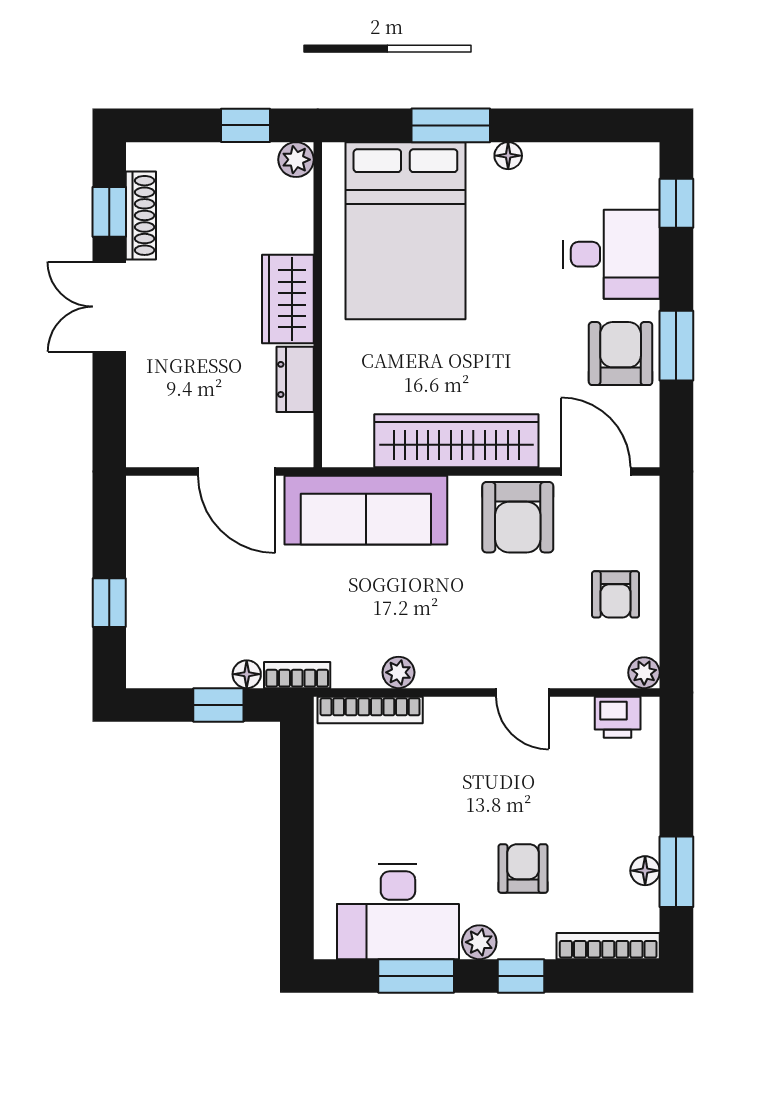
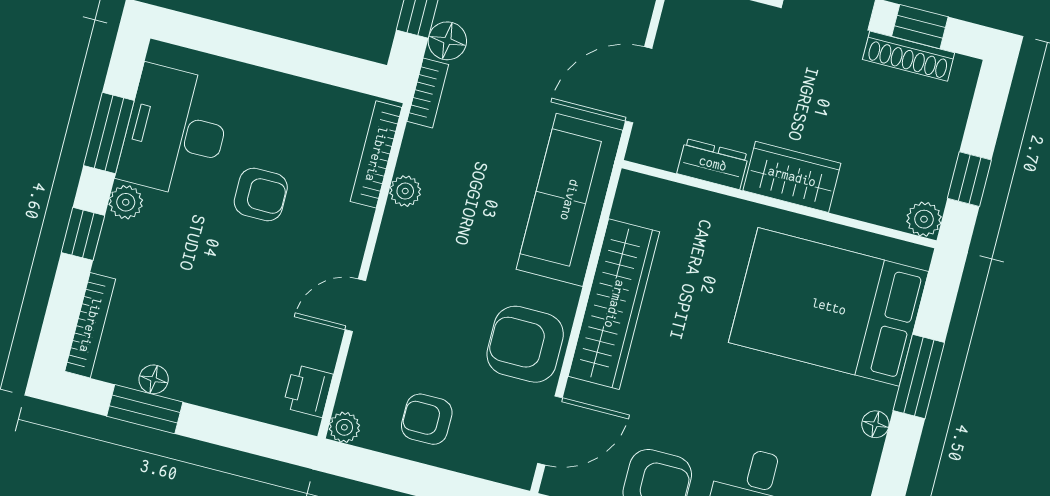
floor lamp: (247, 674) -> (447, 41), width x1.37, depth x1.37
armchair: (523, 869) -> (261, 194), moved

